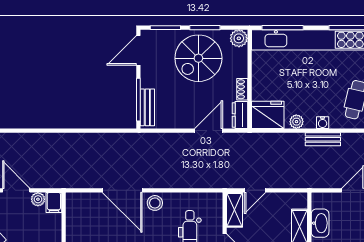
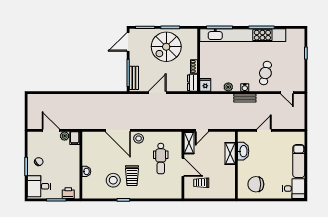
plant: (239, 38) -> (192, 34), removed
fridge: (268, 115) -> (205, 85), width x0.53, depth x0.75
door: (209, 131) -> (157, 93), moved

